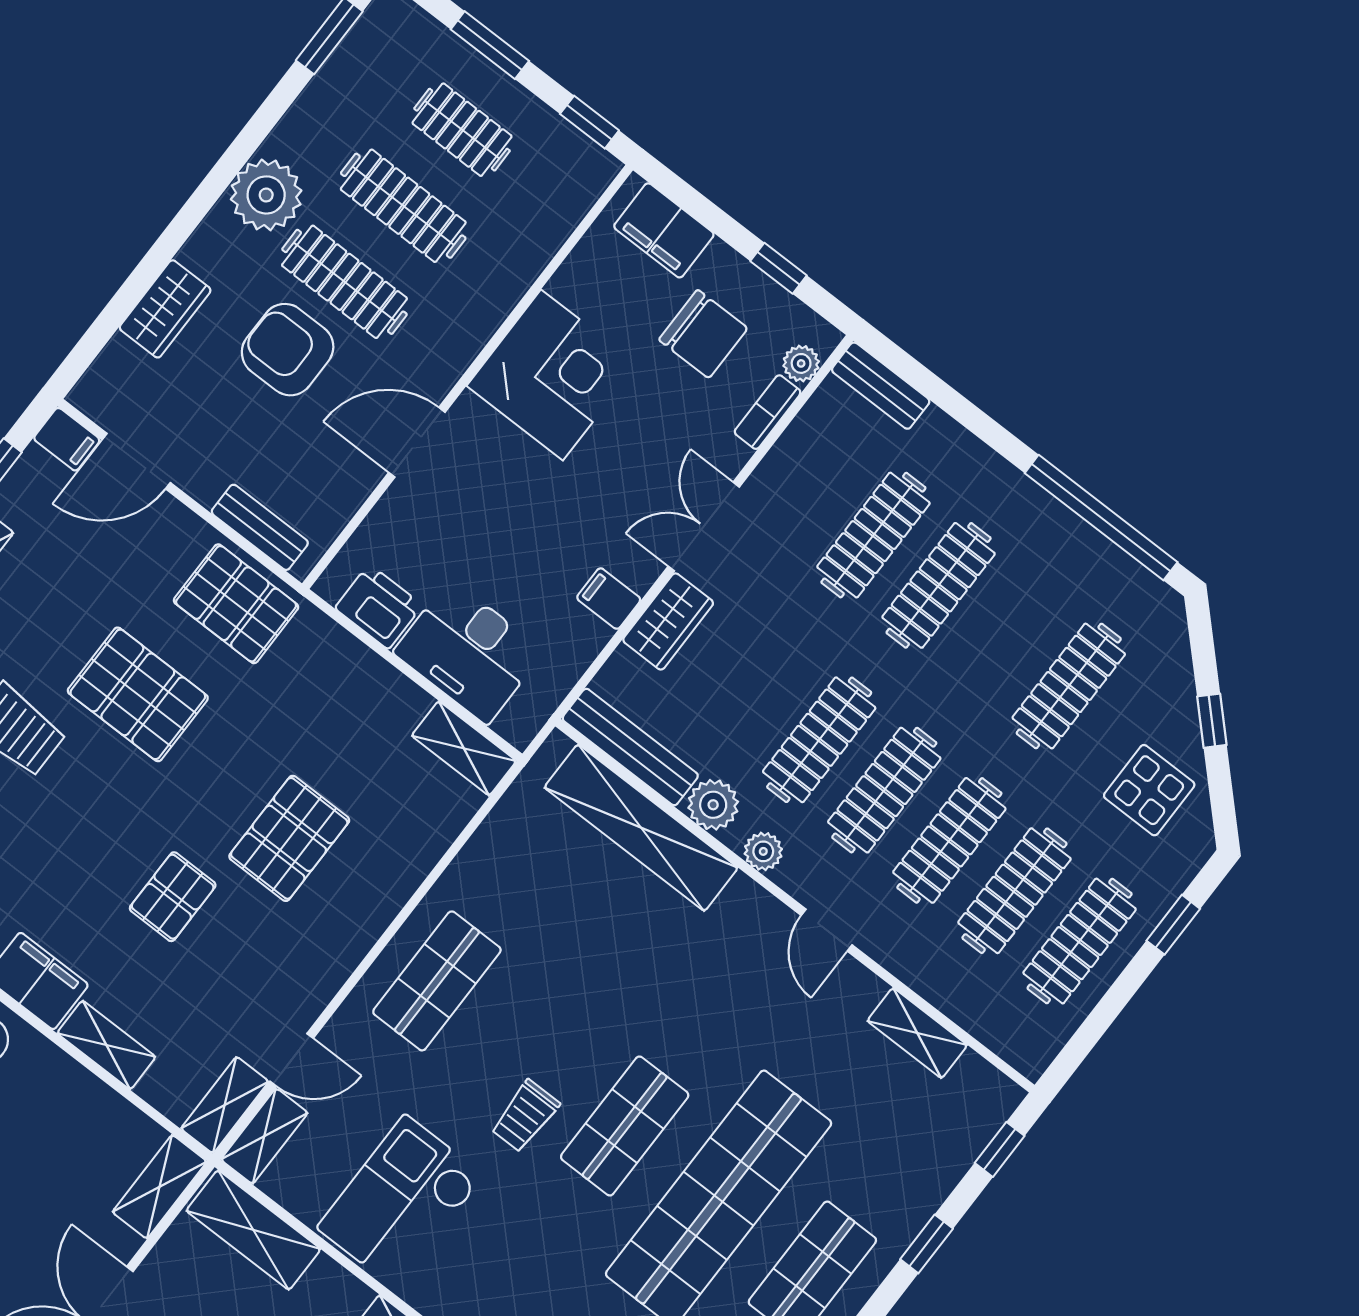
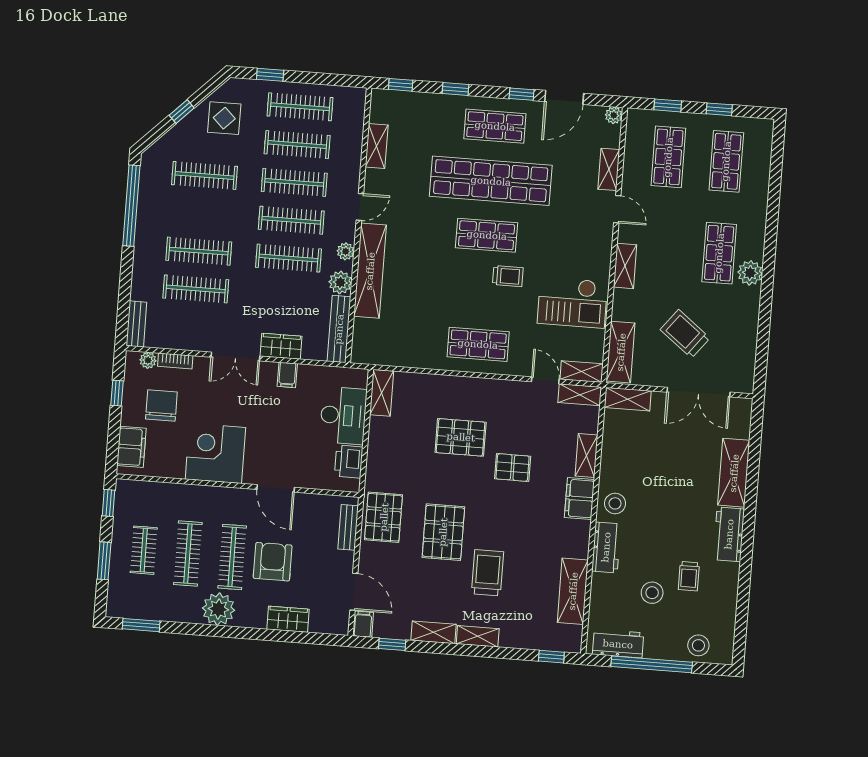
armchair: (288, 350) -> (273, 562), turned 180
shelving: (641, 828) -> (370, 271), moved

